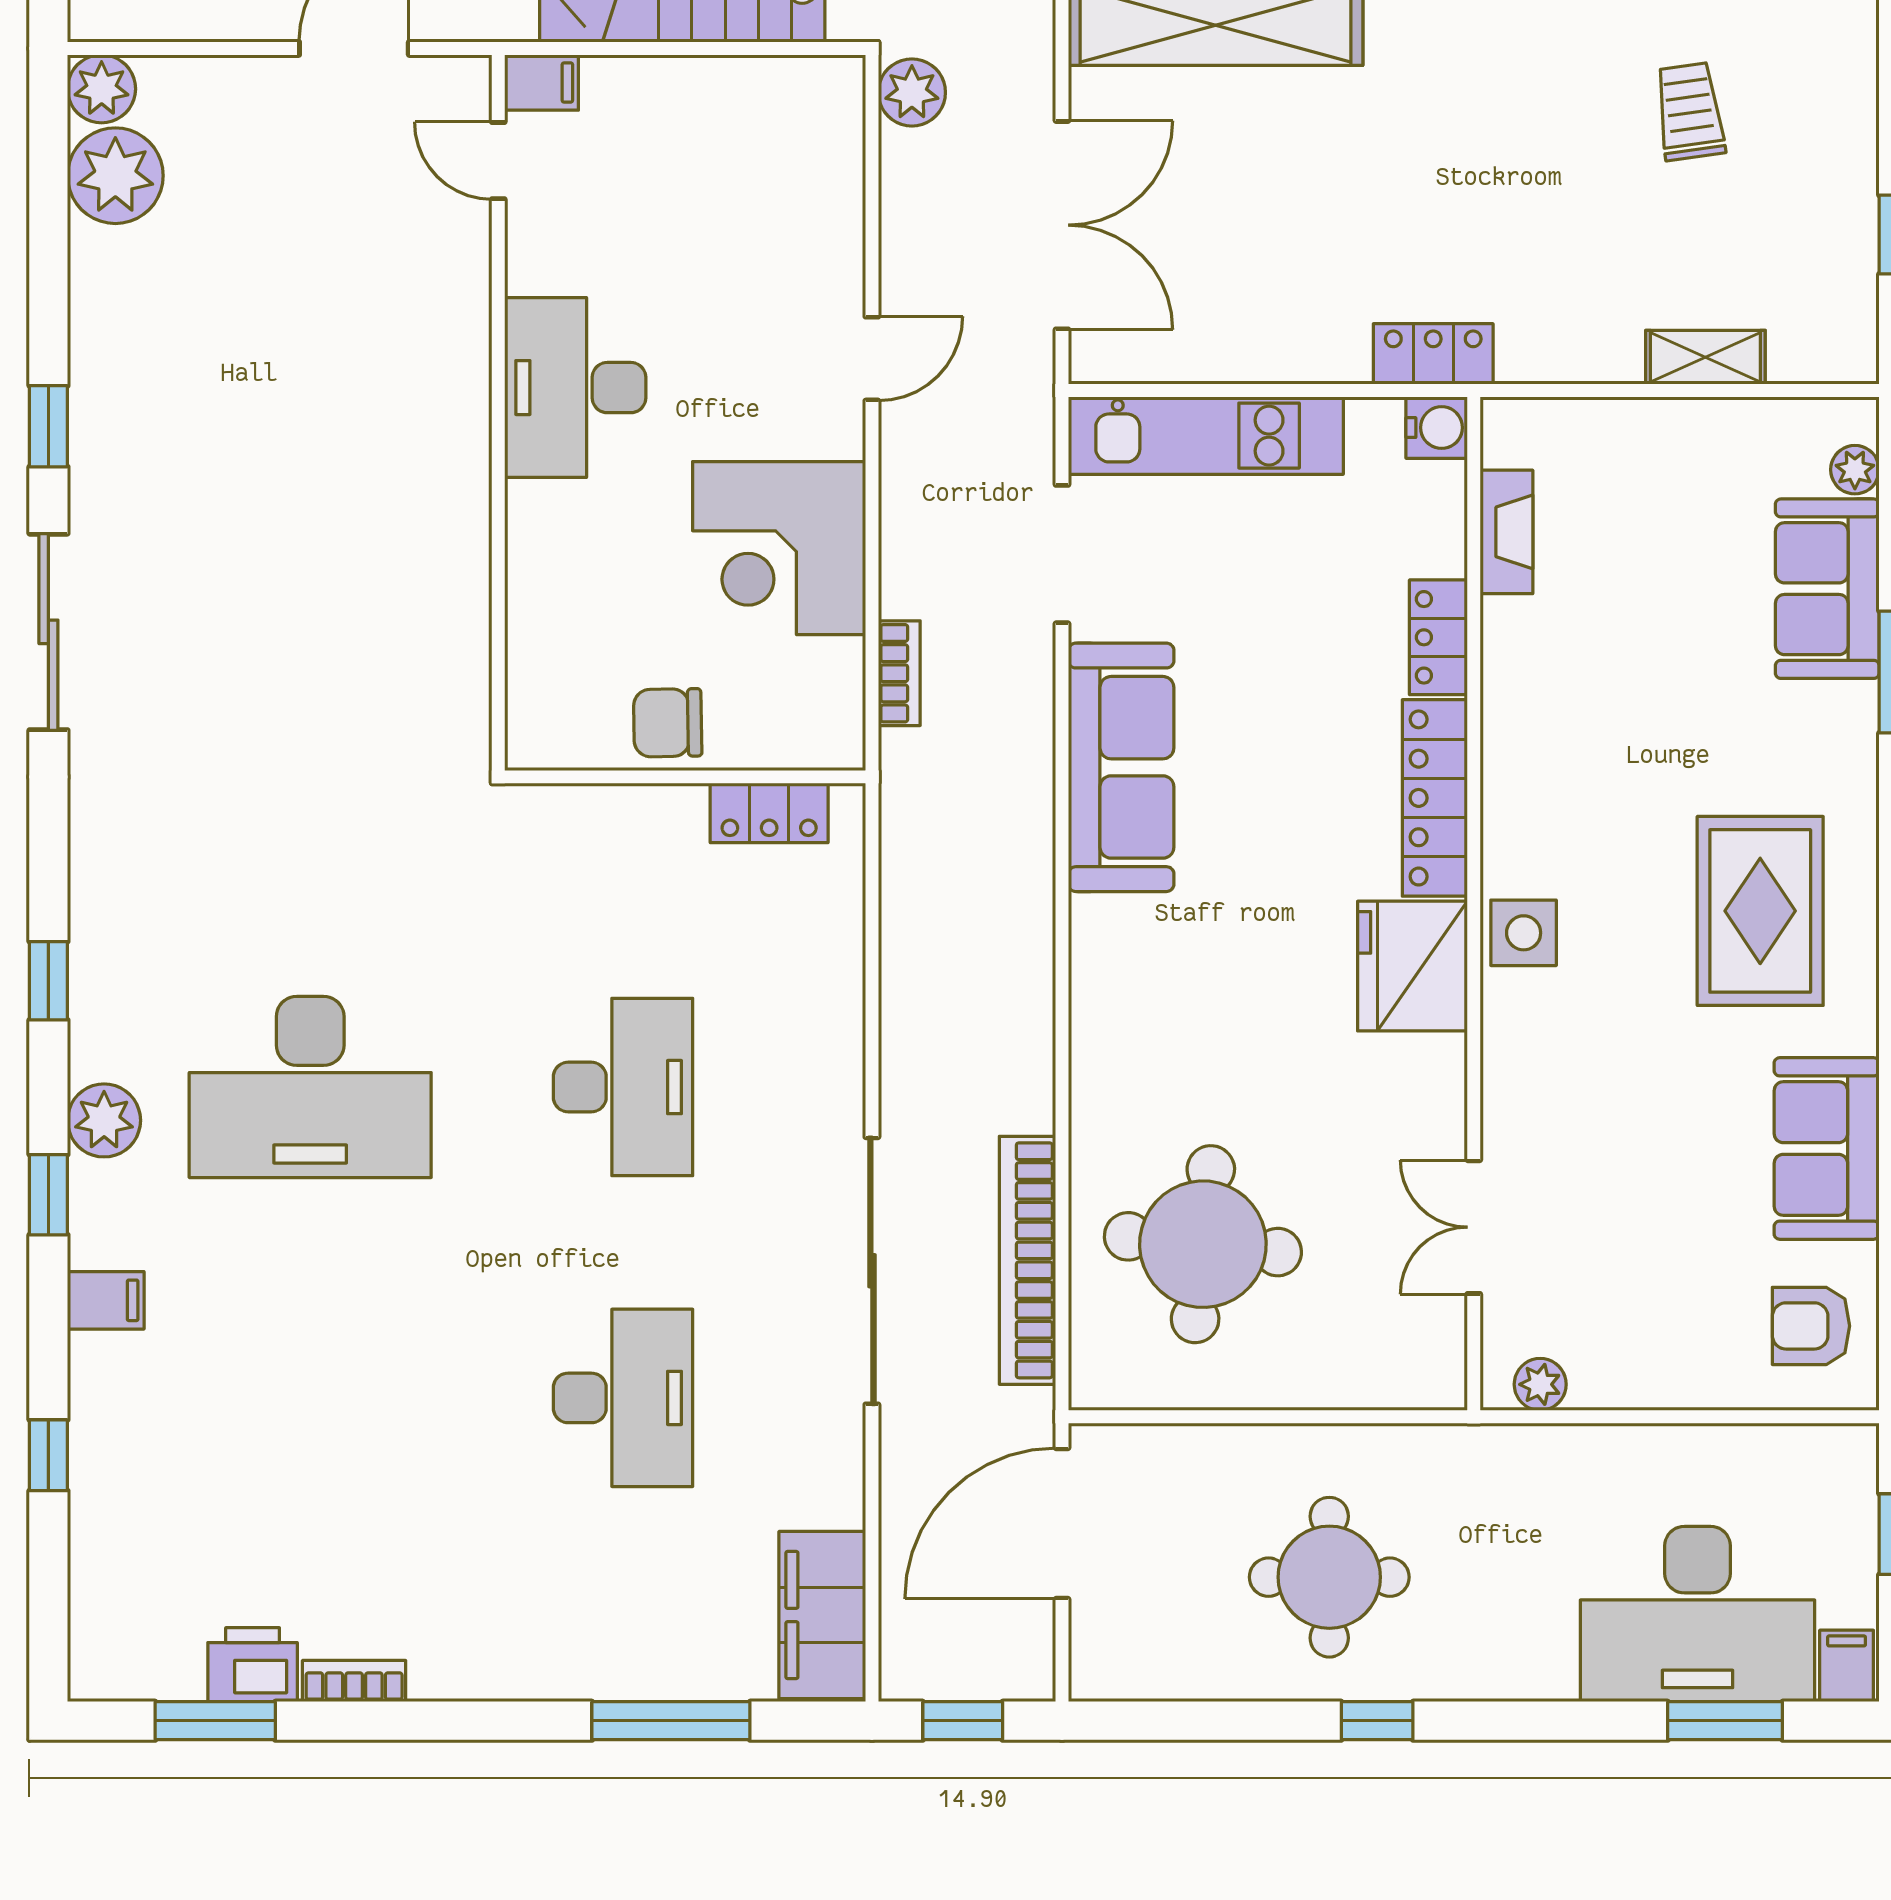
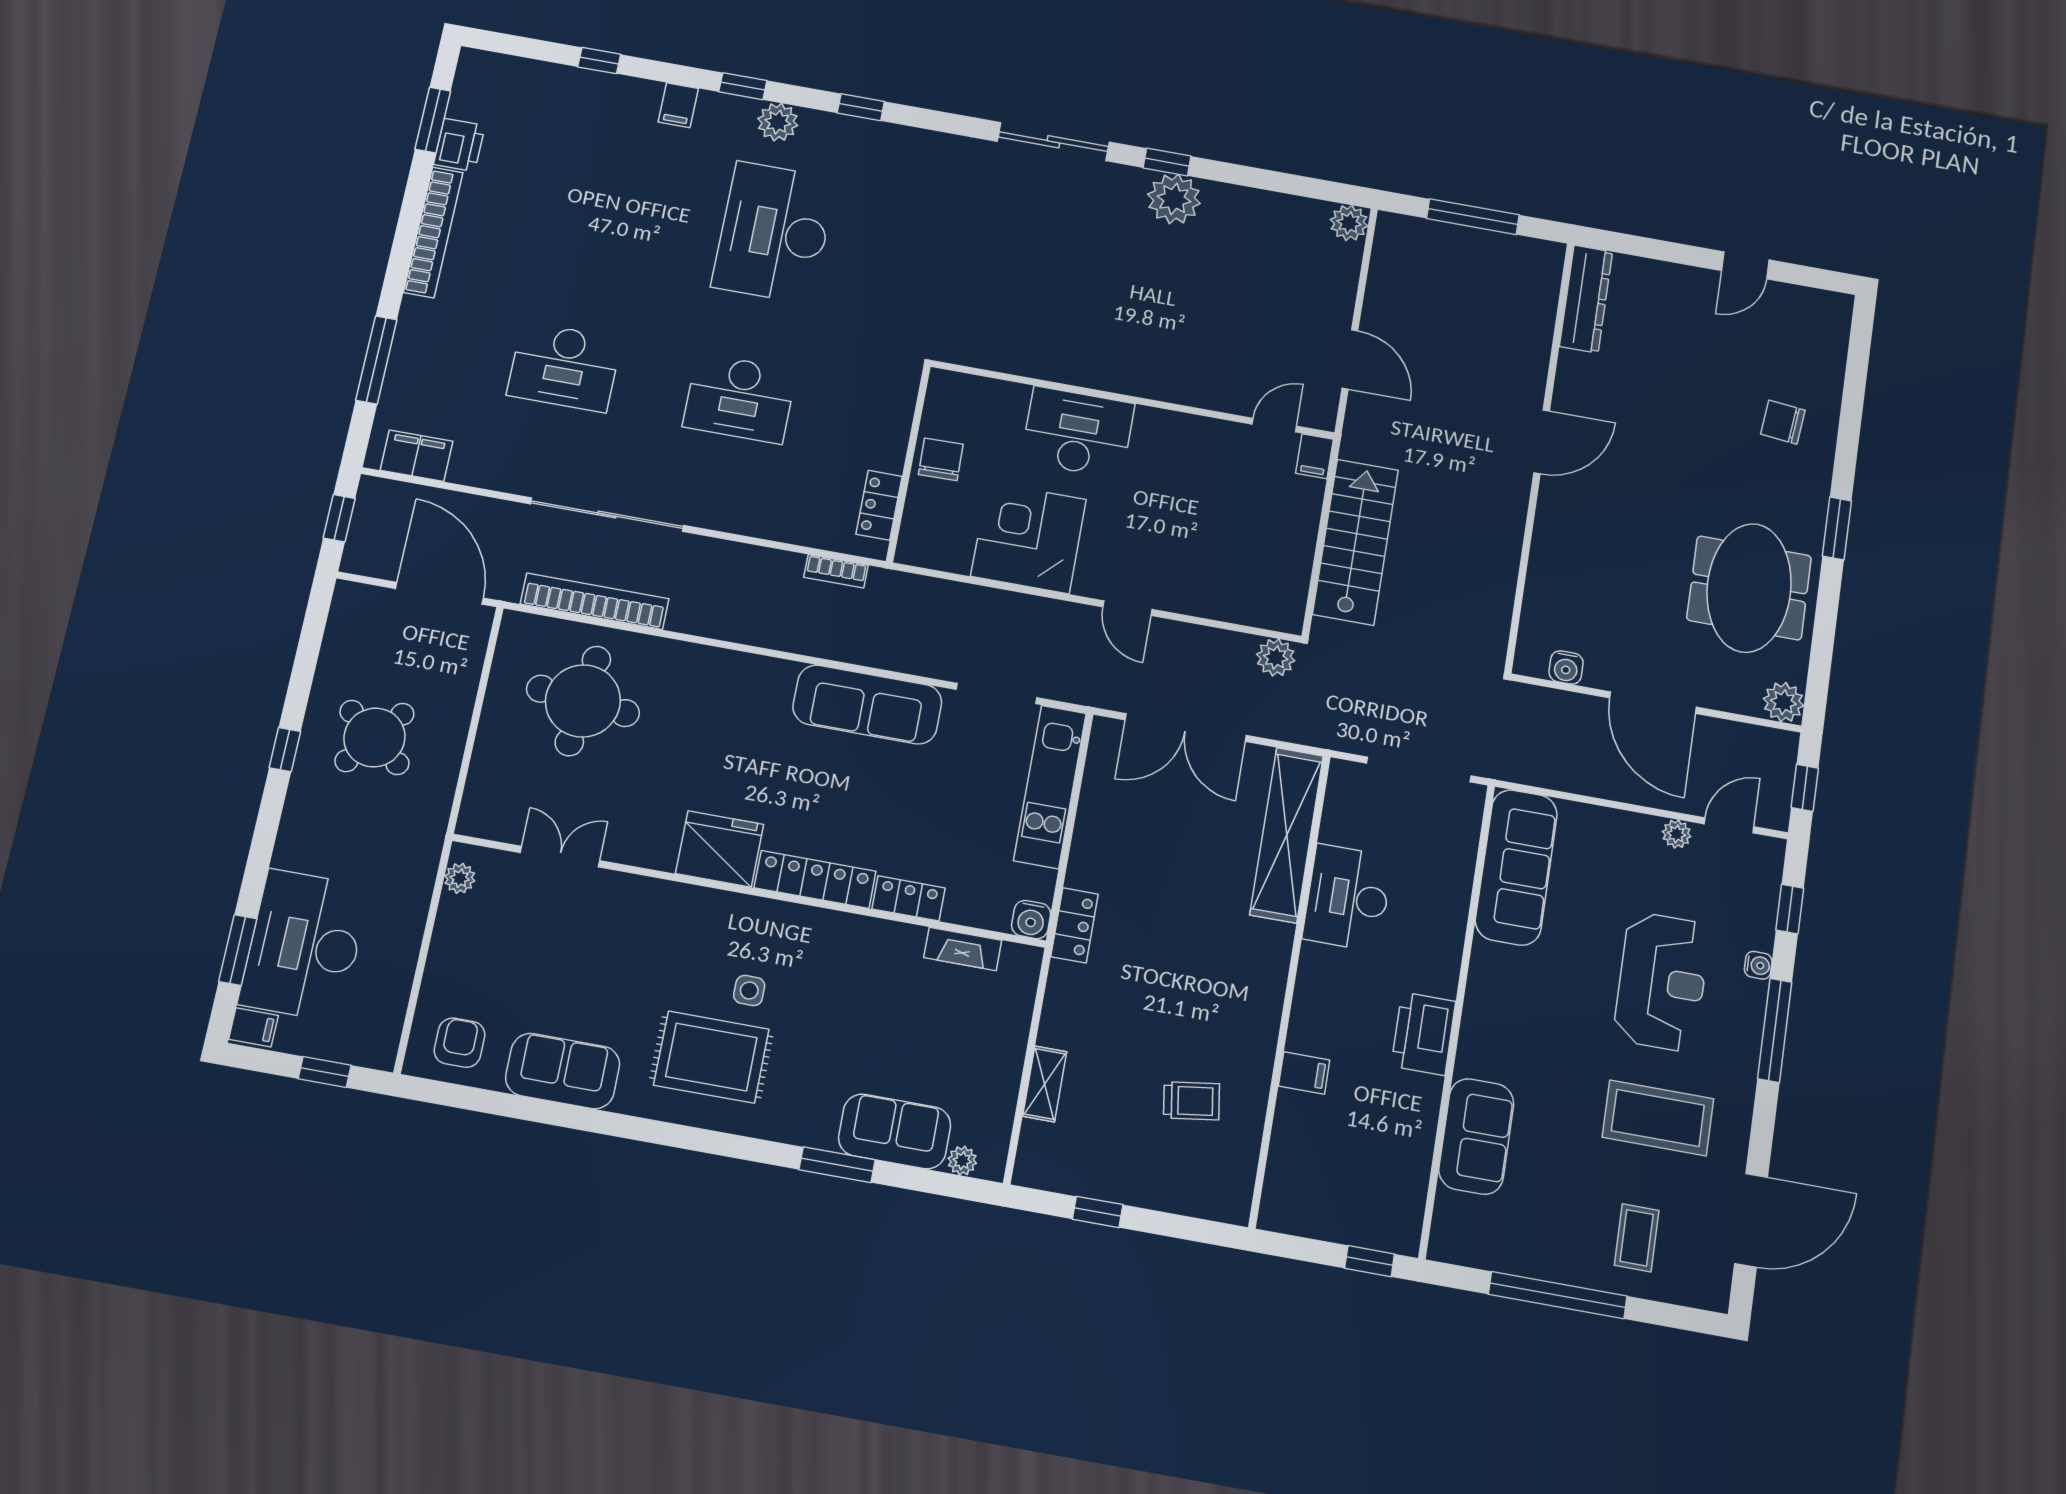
plant: (115, 176) -> (1174, 199), moved
desk: (575, 388) -> (1078, 432), moved
bookcase: (899, 673) -> (836, 571), moved
side table: (1524, 933) -> (749, 990), moved, width x0.73, depth x0.73
round table: (1329, 1577) -> (374, 737), turned 38
filing cabinet: (822, 1615) -> (416, 456), width x0.67, depth x0.86
bookcase: (354, 1681) -> (433, 232), width x2.31, depth x1.31

